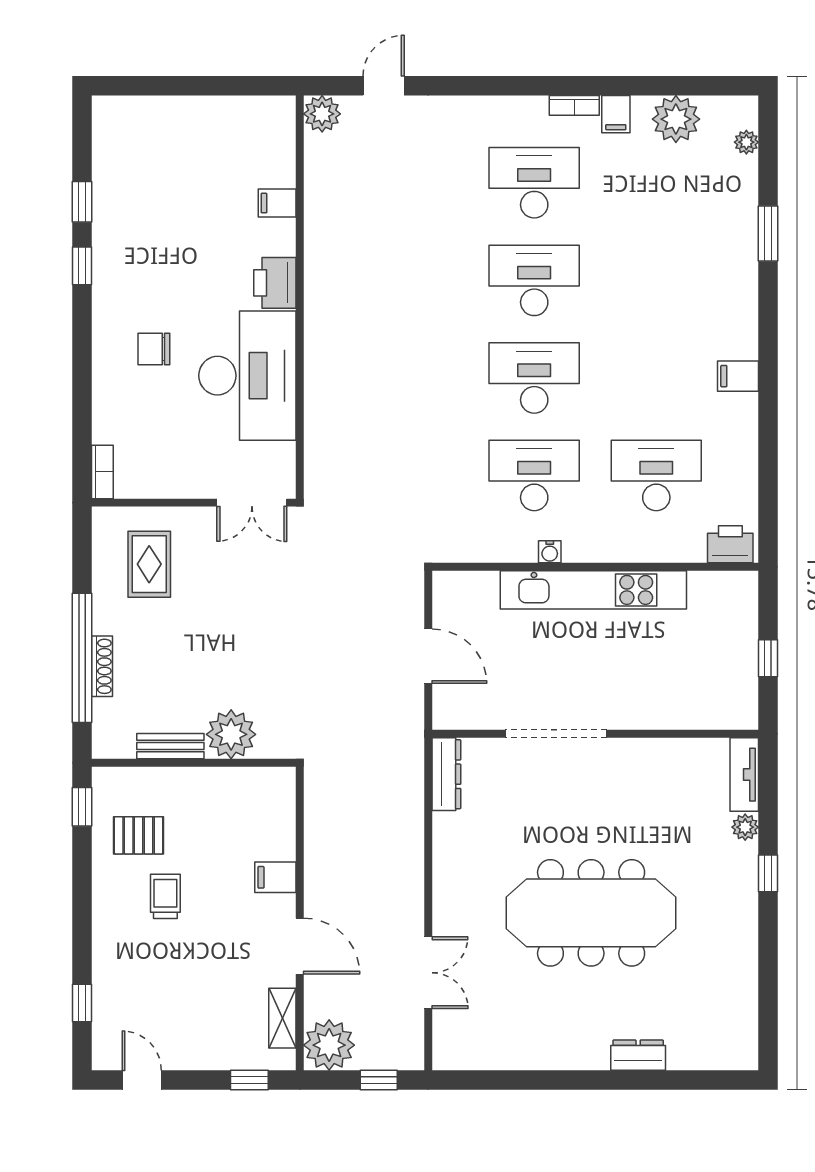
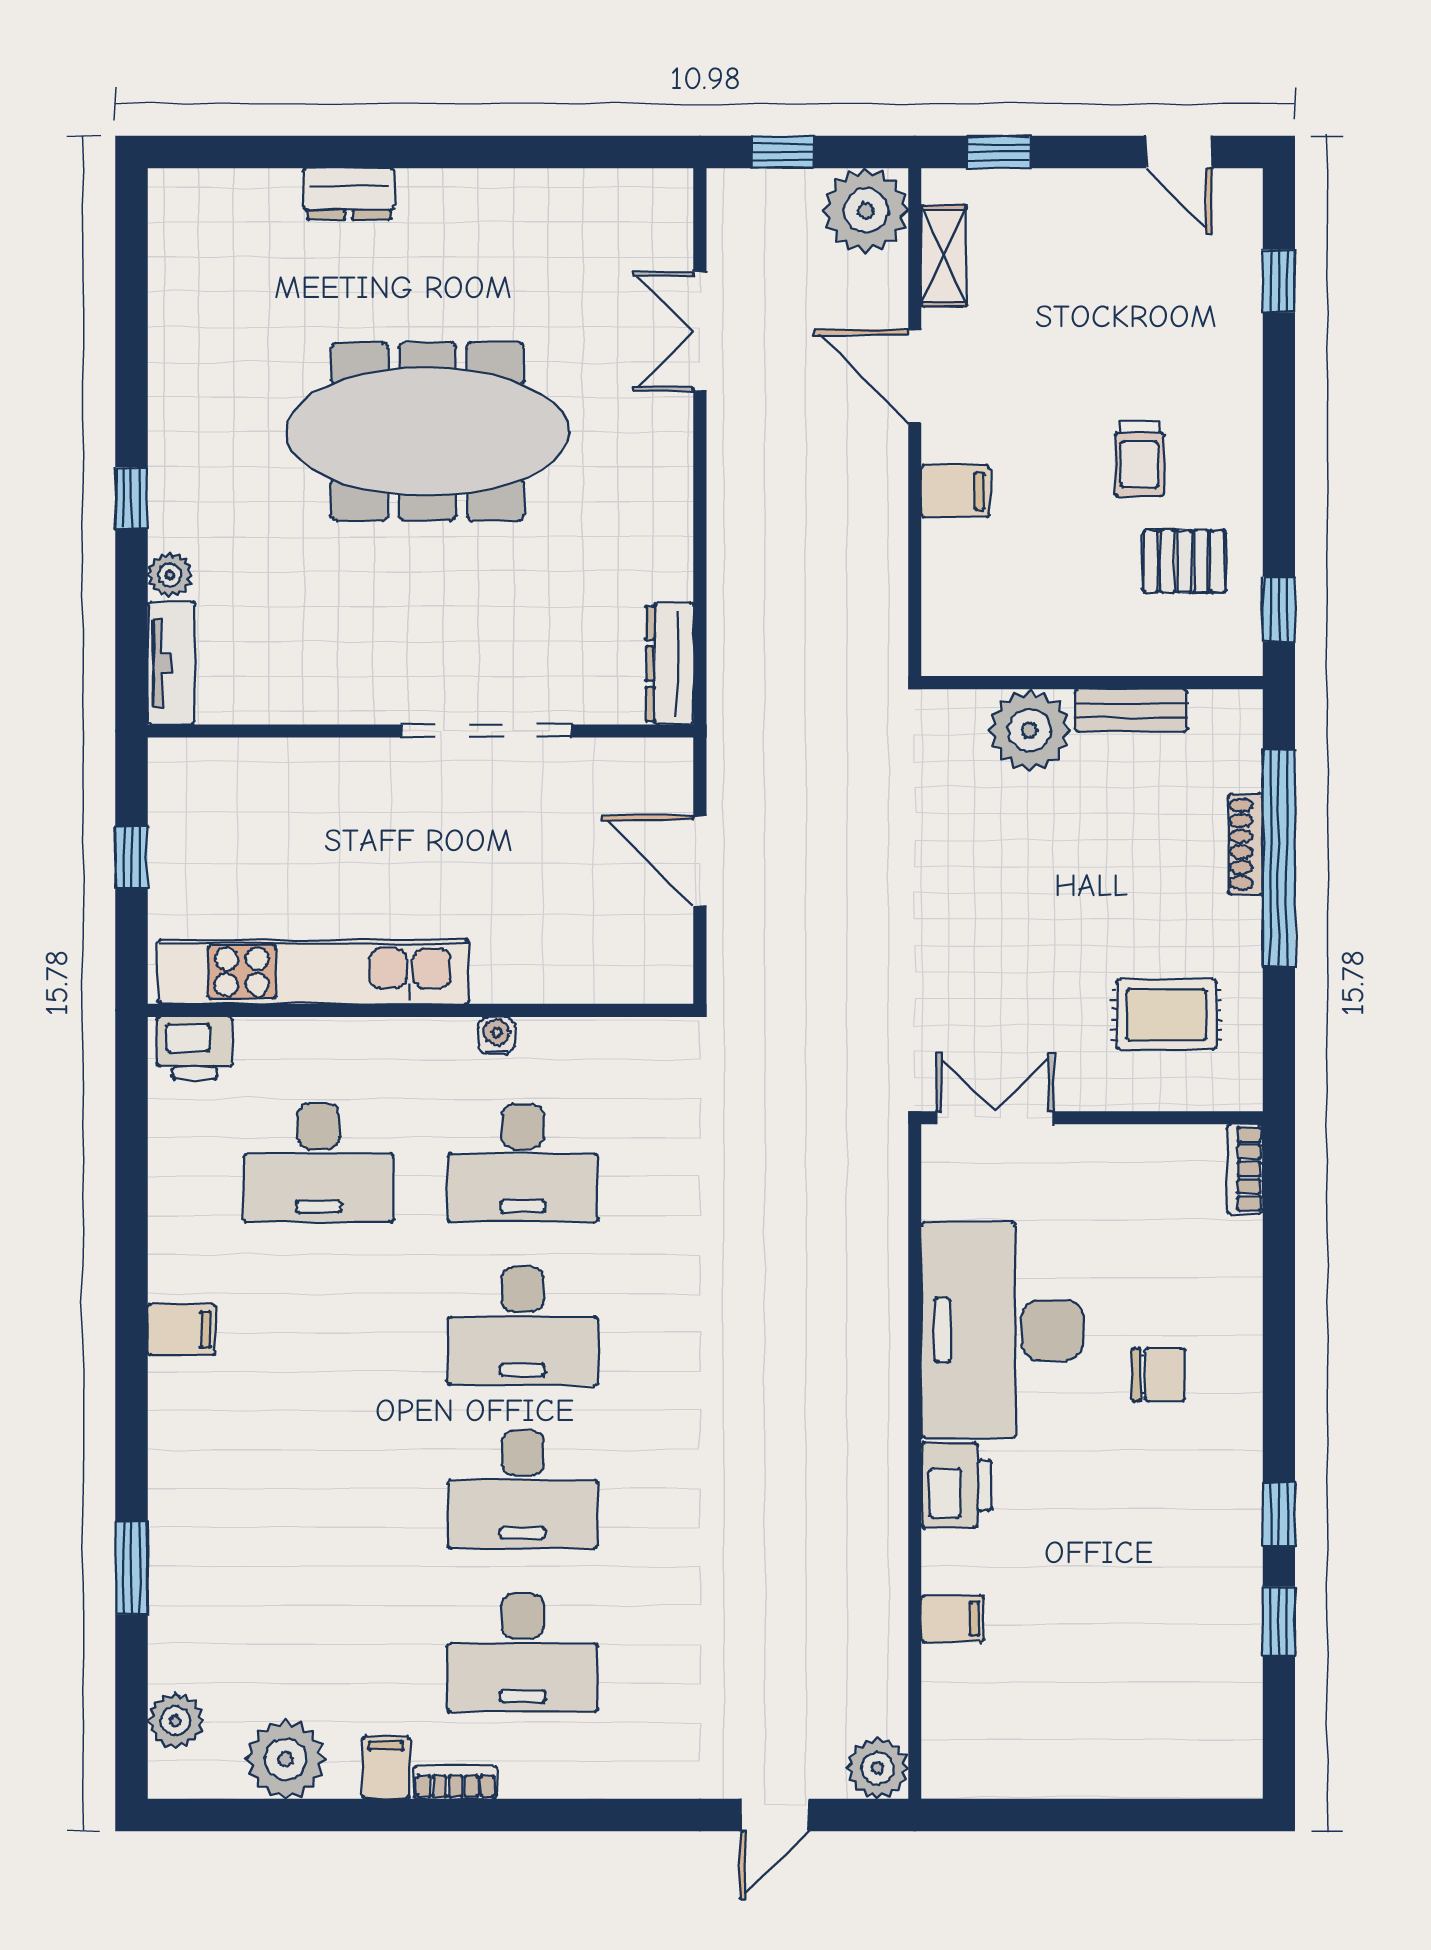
plant: (746, 142) -> (175, 1721), width x1.38, depth x1.38
rug: (149, 564) -> (1166, 1015), turned 90
kitchen unit: (593, 590) -> (313, 972), moved

